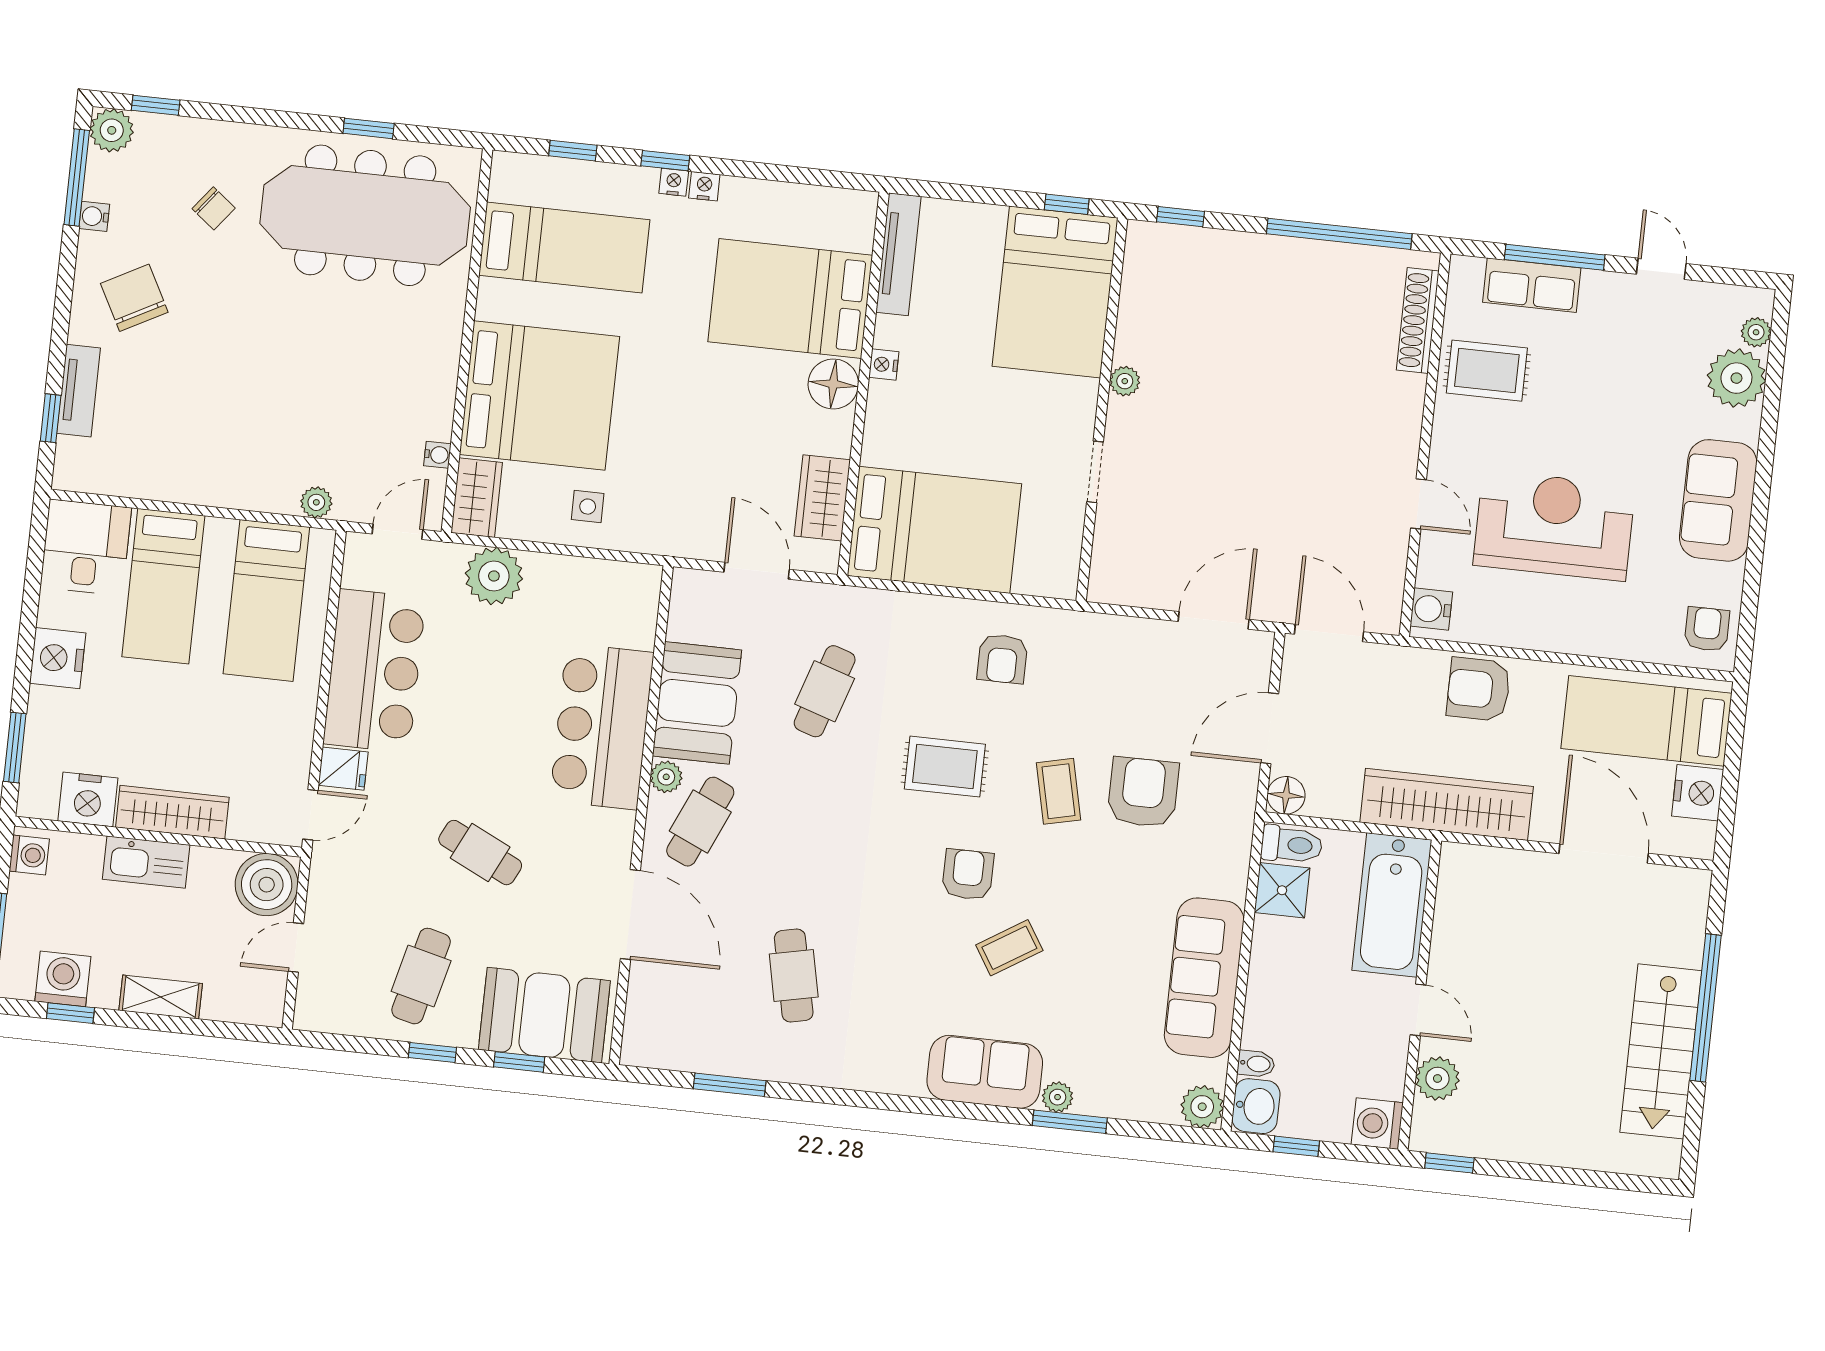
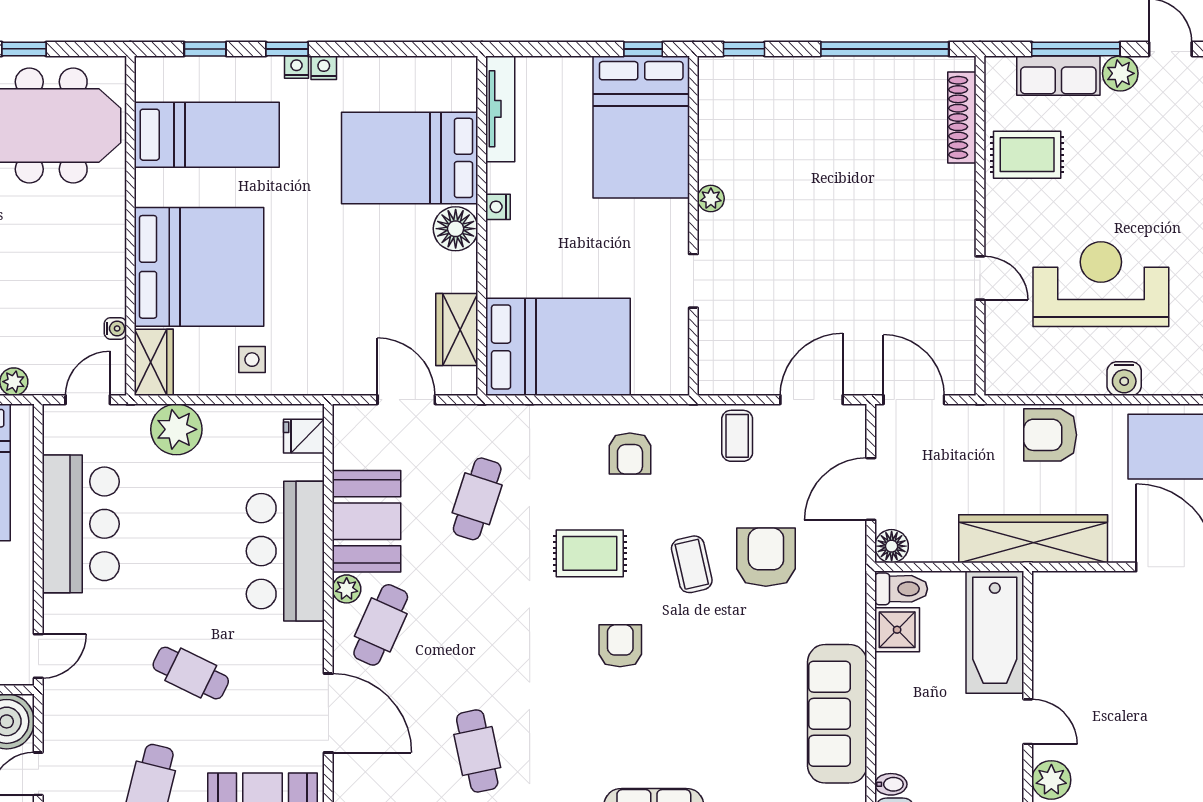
plant: (1602, 290) -> (1120, 73), added
water cooler: (1431, 609) -> (1124, 379), moved, turned -90
fridge: (343, 769) -> (304, 436), moved, turned 180
coffee table: (1009, 948) -> (737, 436), moved, turned -58

